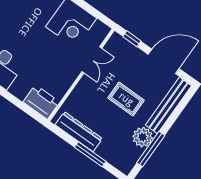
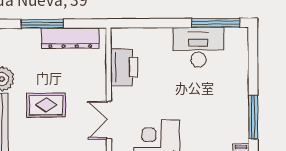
printer: (41, 102) -> (124, 67), moved, turned -90

